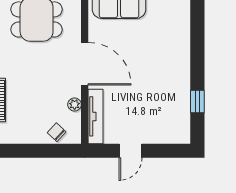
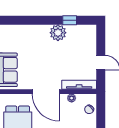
door: (85, 64) -> (46, 92), swing flipped
plant: (178, 83) -> (58, 33), added

